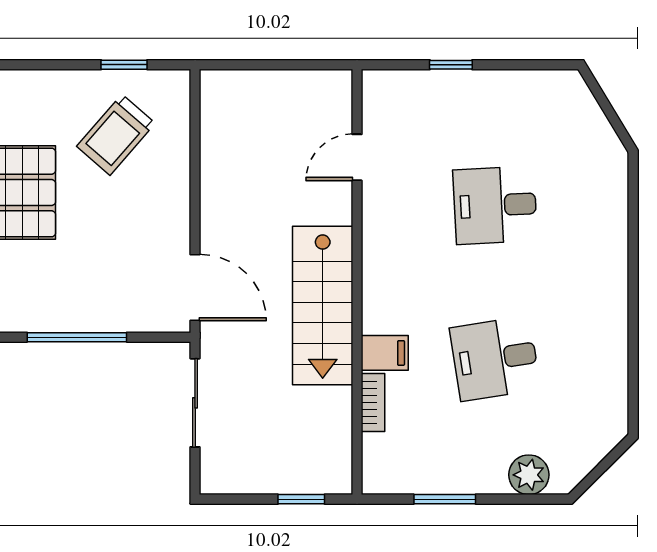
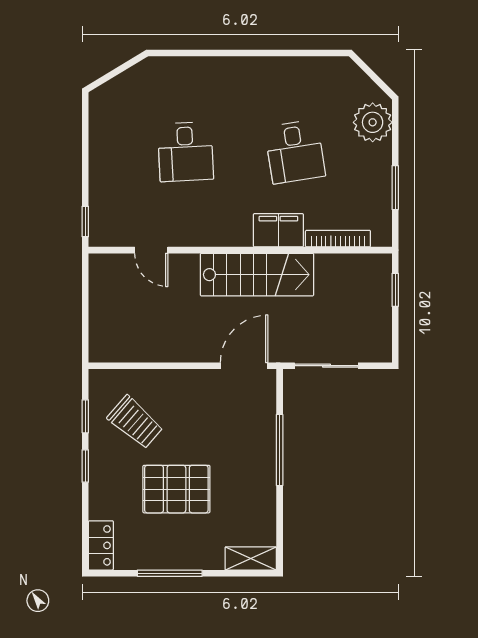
window: (54, 65) -> (85, 466), added
window: (451, 65) -> (85, 221), moved
filing cabinet: (385, 353) -> (278, 230), width x2.00
bookcase: (373, 403) -> (338, 239), width x1.56
plant: (529, 475) -> (373, 122), width x1.36, depth x1.36

